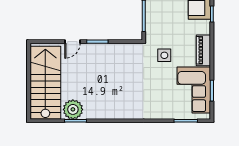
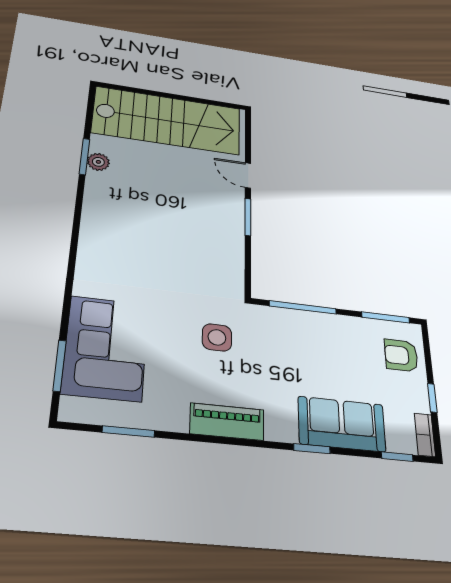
corner sofa: (194, 90) -> (106, 348), moved, turned 90
plant: (73, 109) -> (98, 162), width x0.53, depth x0.53

